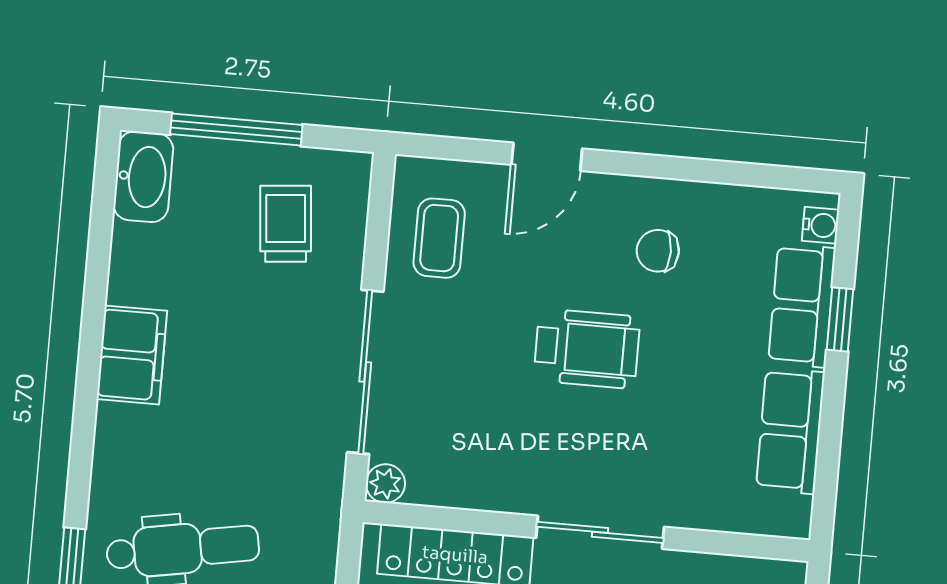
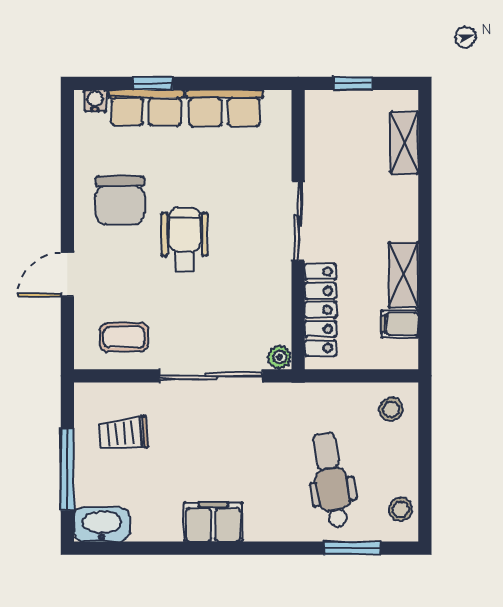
door: (547, 157) -> (67, 275), swing flipped
chair: (658, 251) -> (120, 200), width x1.87, depth x1.87

